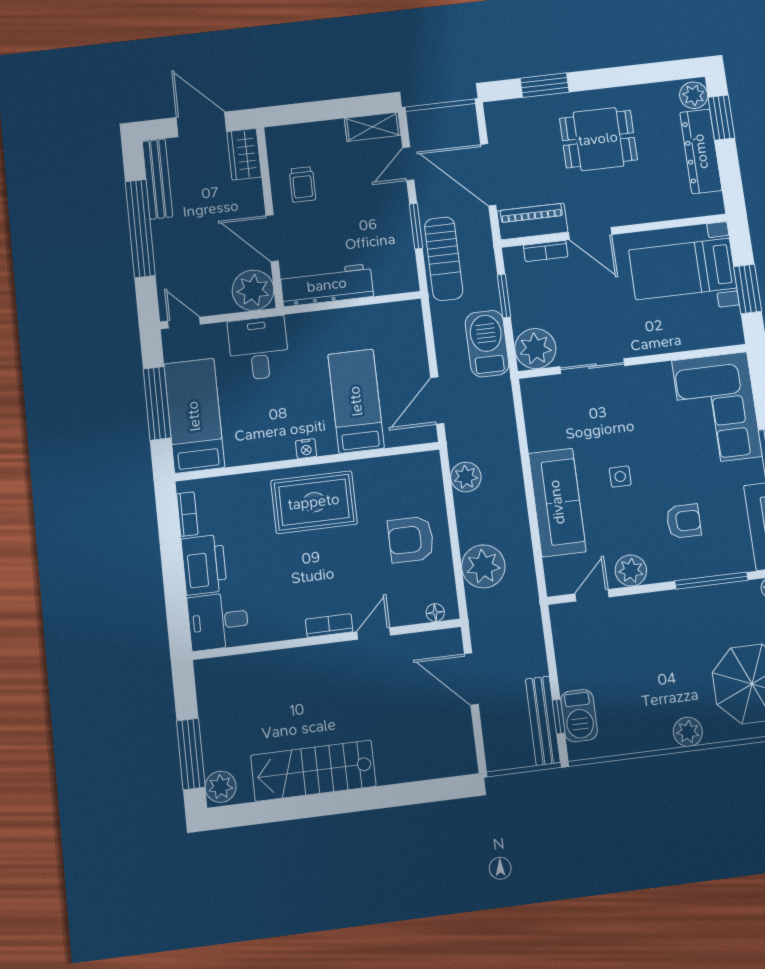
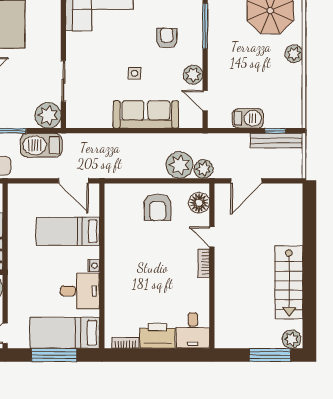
desk: (259, 348) -> (80, 291), moved, turned 180
plant: (466, 477) -> (204, 169), moved
rug: (314, 502) -> (127, 264), removed
floor lamp: (435, 613) -> (199, 203), width x1.89, depth x1.89
barbecue: (579, 716) -> (248, 118), moved

